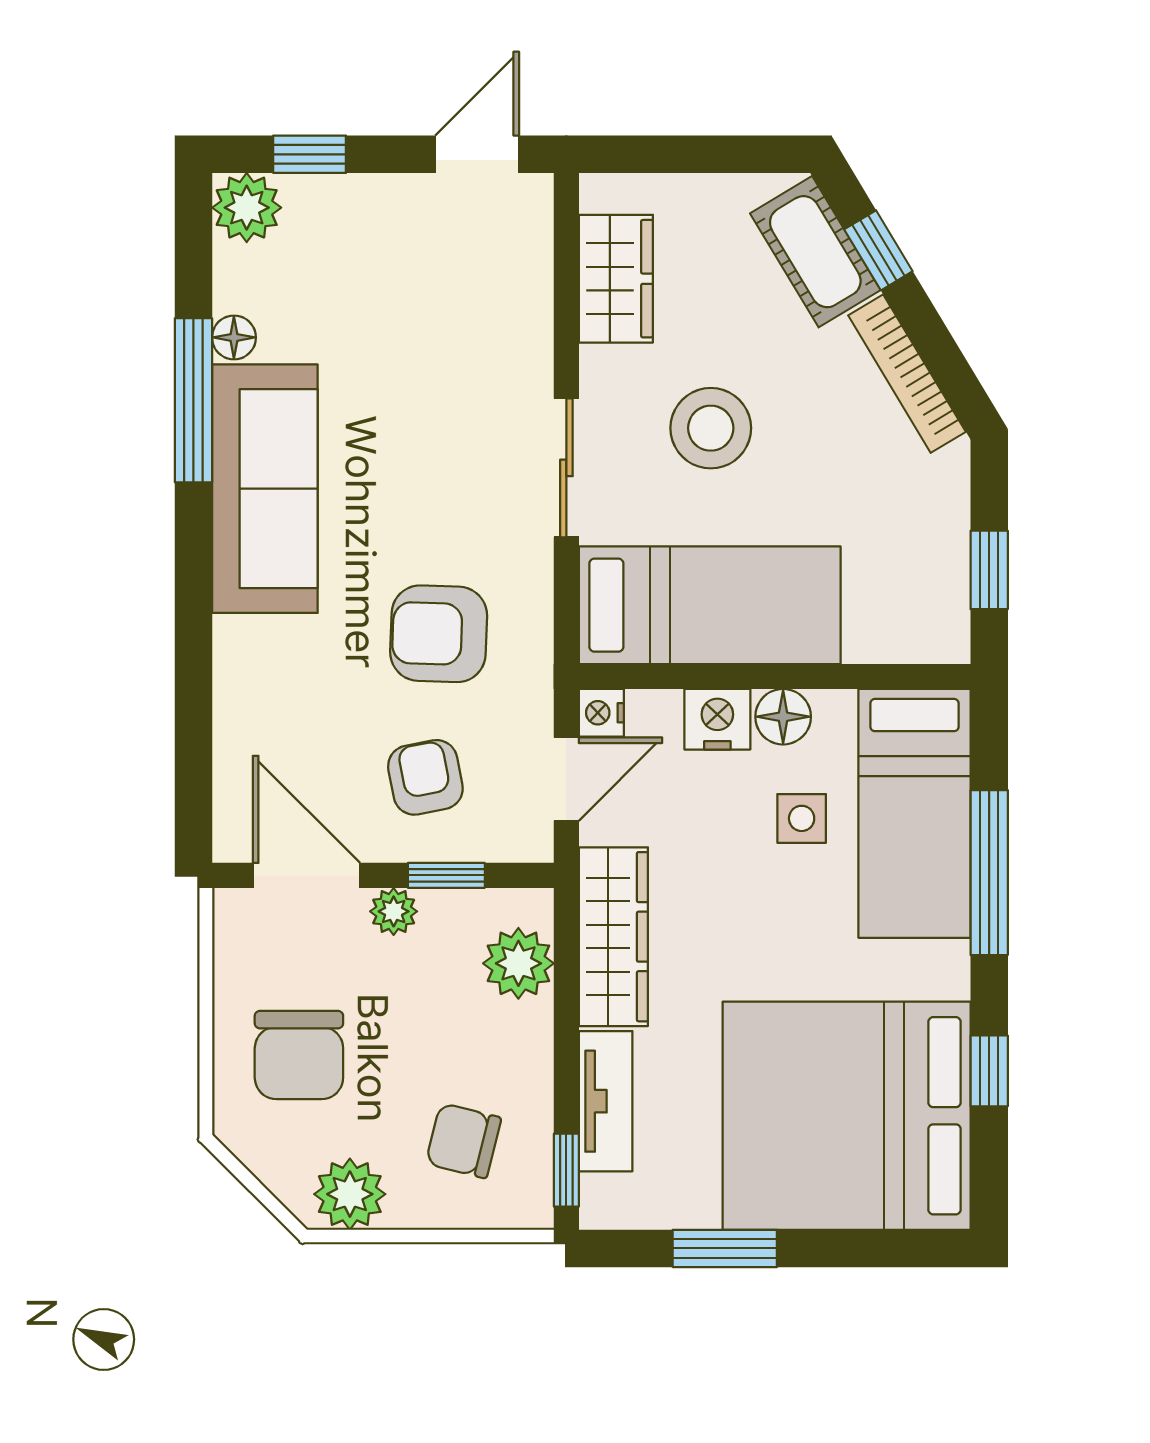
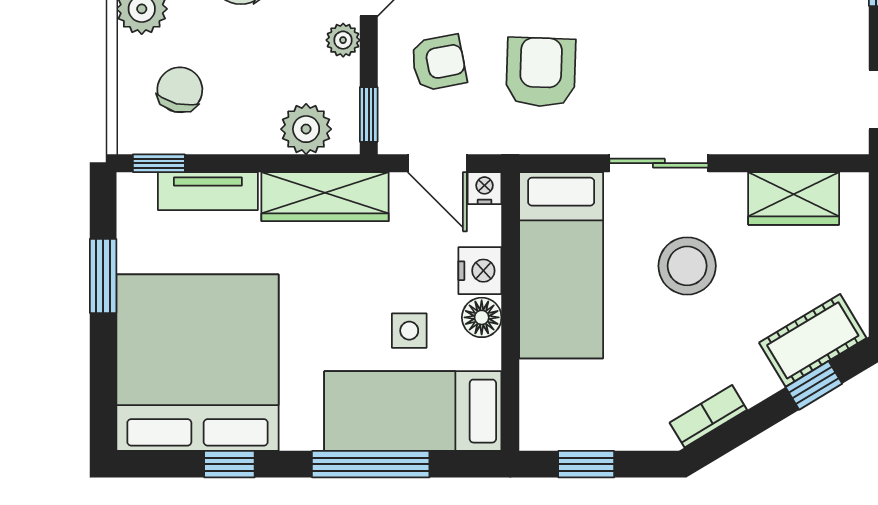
bookcase: (907, 374) -> (708, 416), width x0.64
window: (446, 875) -> (369, 114), moved

